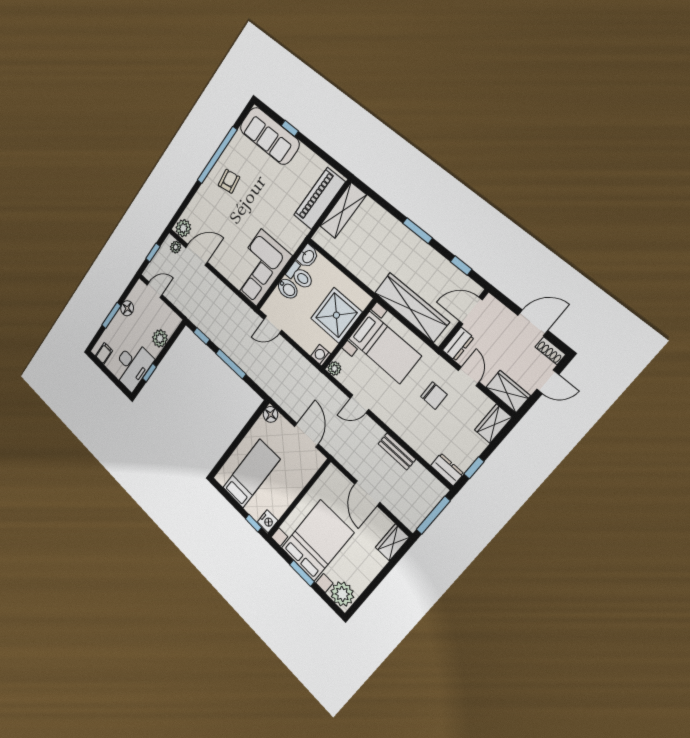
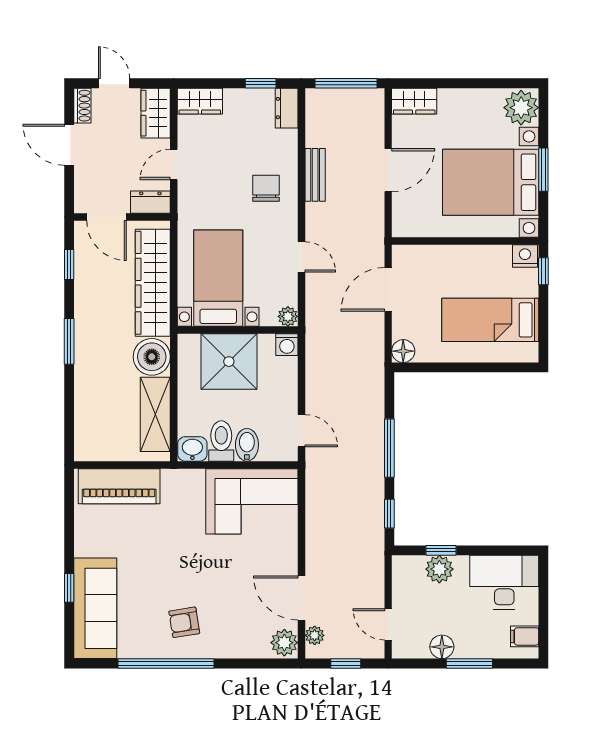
shelving: (343, 210) -> (155, 414), moved, turned 90
boiler: (372, 273) -> (152, 357), added
window: (149, 373) -> (441, 550), moved
chair: (434, 396) -> (266, 188), moved

